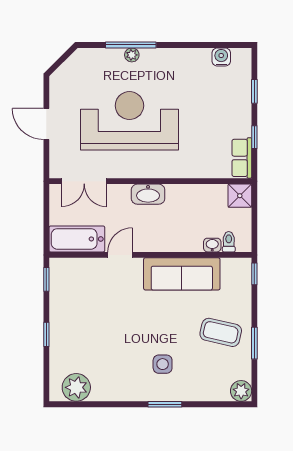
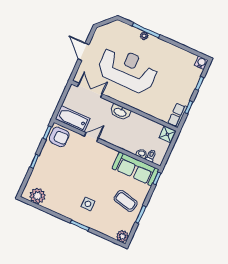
water cooler: (221, 57) -> (201, 63), moved
double door: (84, 181) -> (90, 90), swing flipped
sofa: (182, 274) -> (135, 169), moved
armchair: (69, 277) -> (59, 137), added

